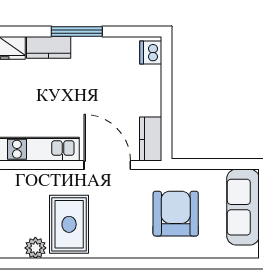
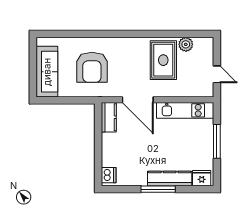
kitchen counter: (49, 47) -> (170, 179), width x1.50

